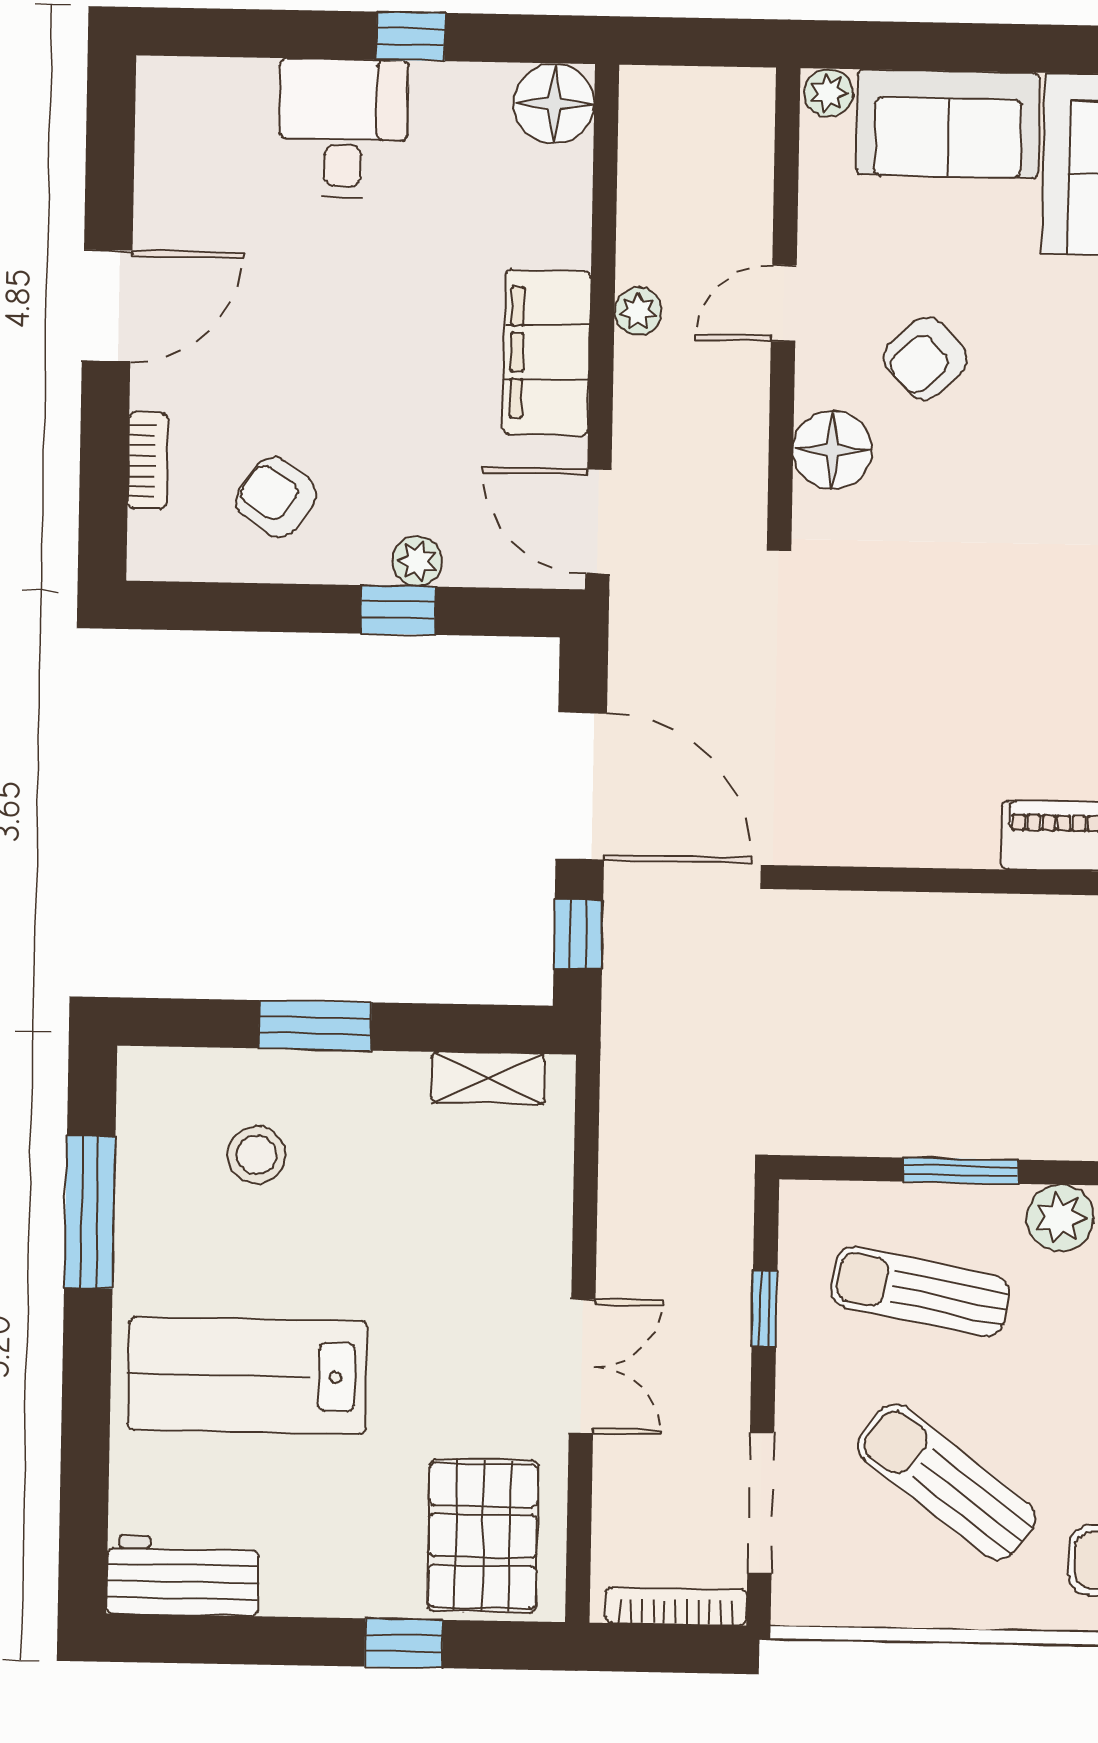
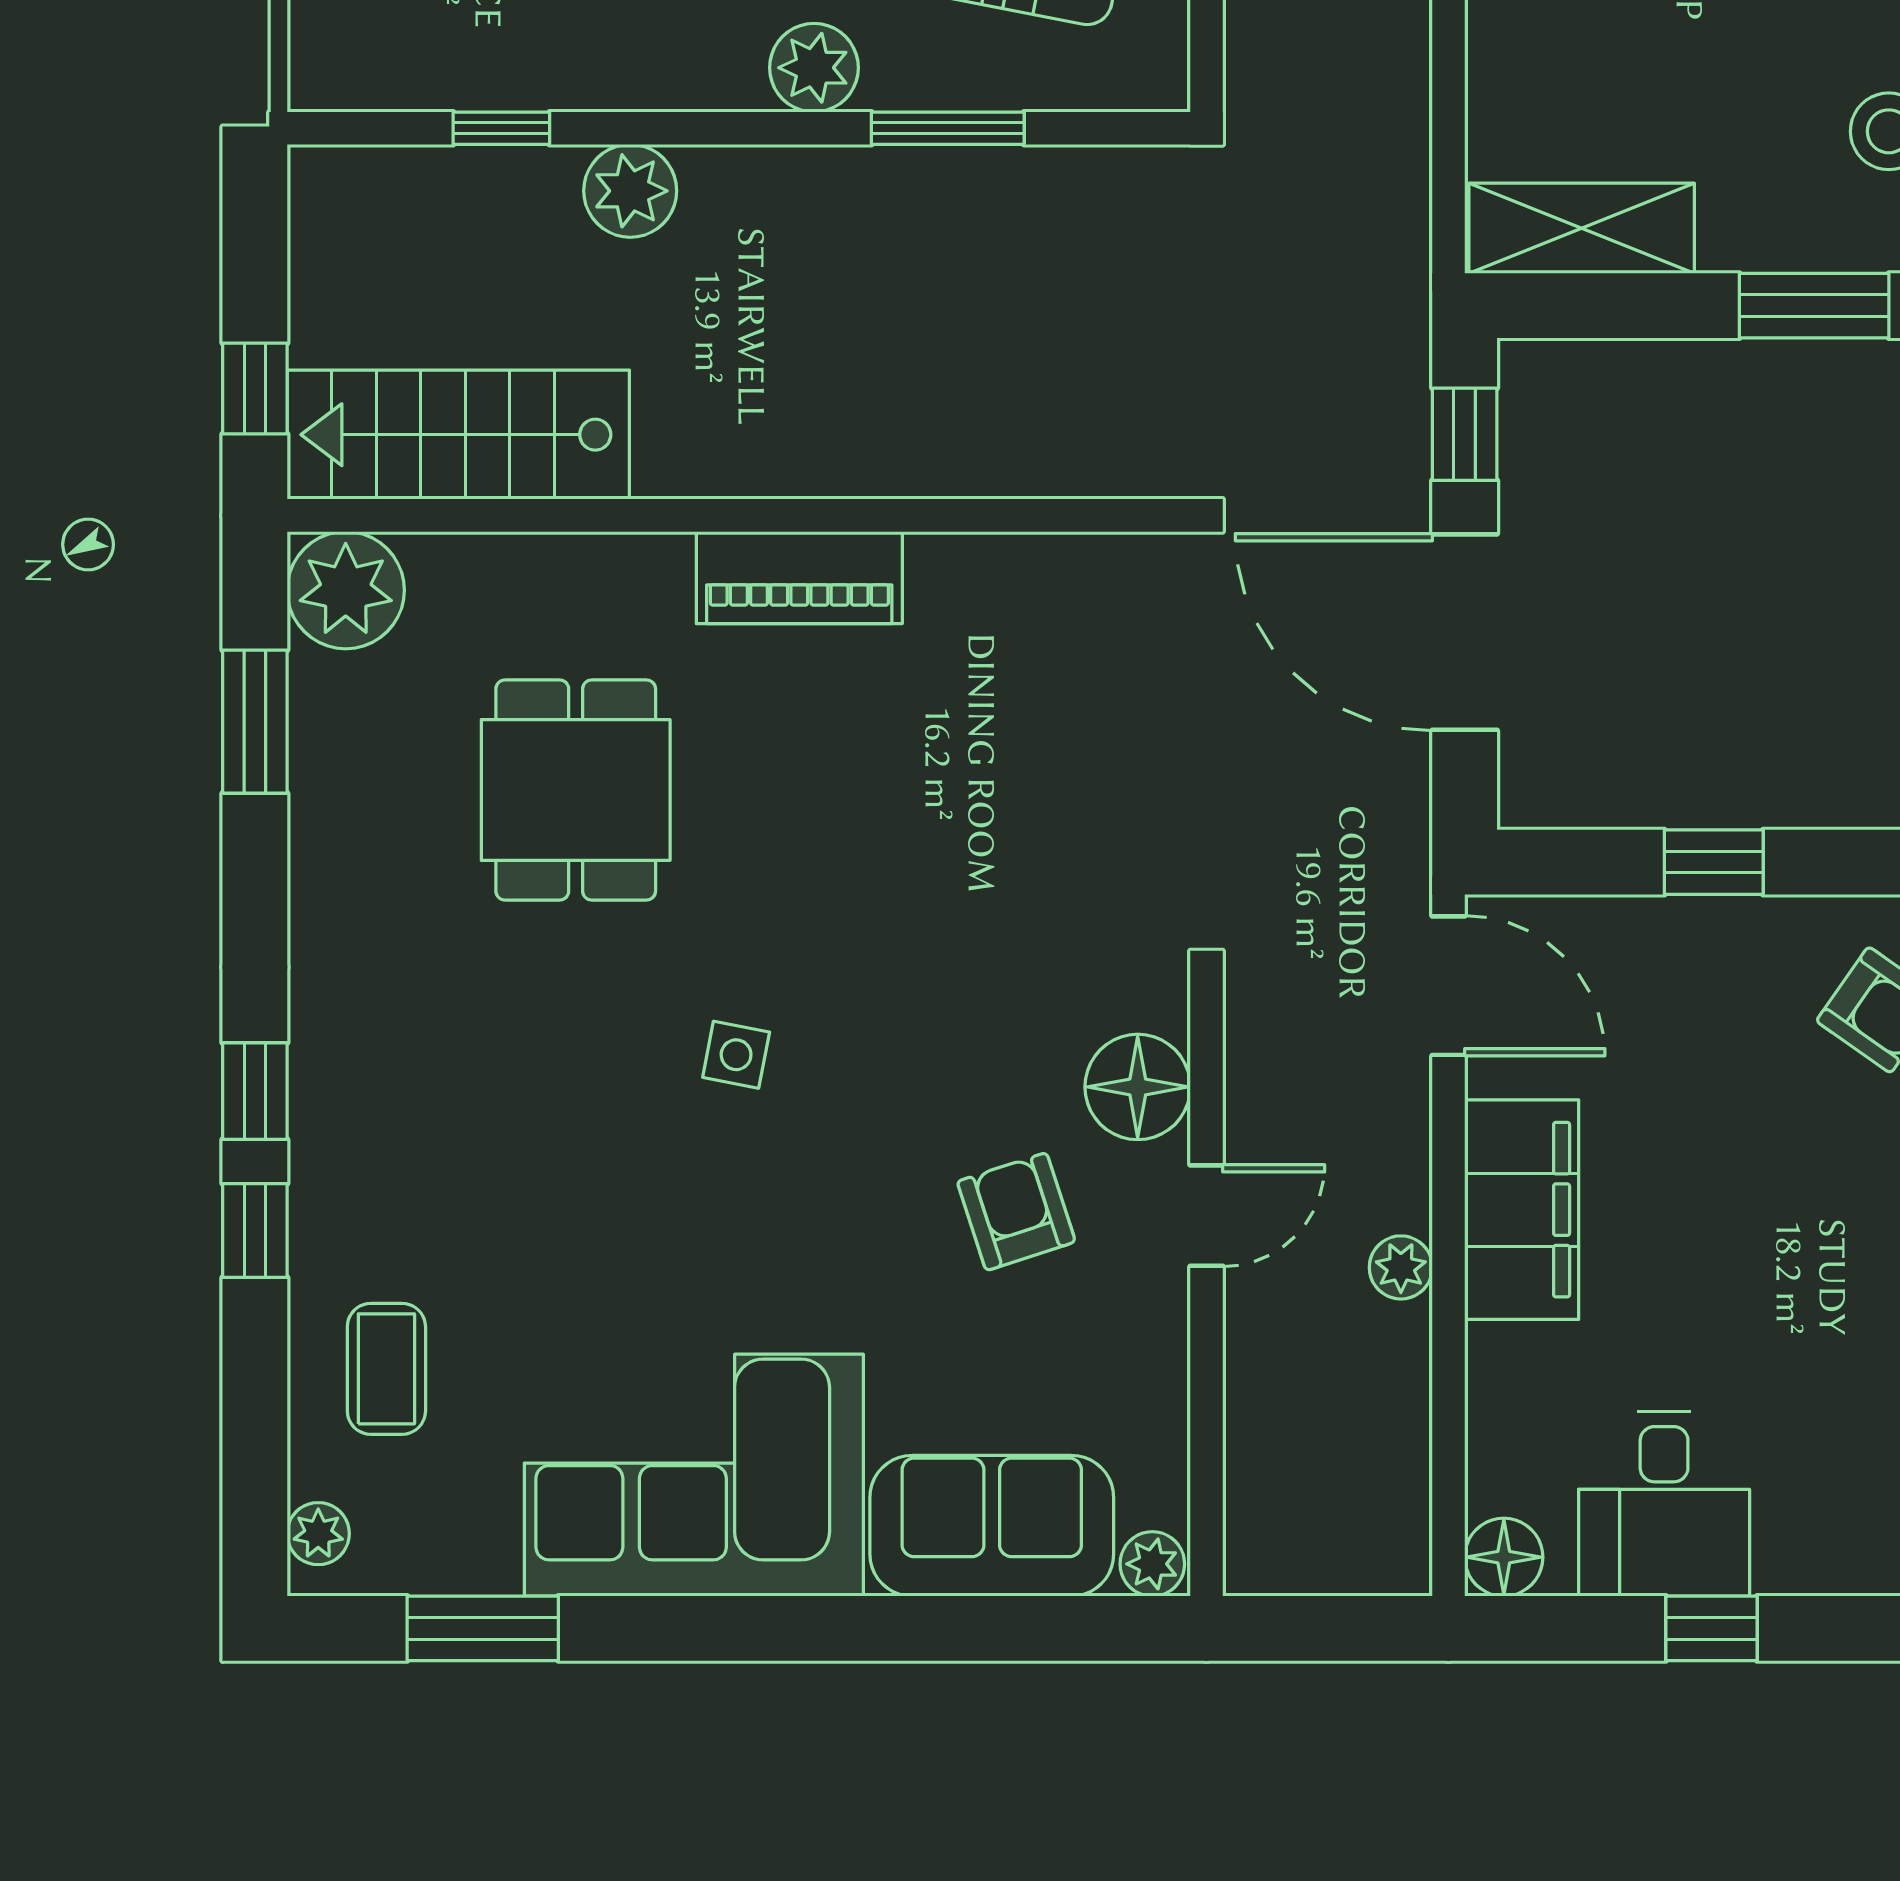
floor lamp: (554, 104) -> (1504, 1557), width x0.73, depth x0.73
desk: (343, 128) -> (1664, 1504), moved
door: (784, 303) -> (1207, 1216), moved
armchair: (925, 359) -> (1016, 1212), turned -64
plant: (417, 561) -> (1689, 928), removed
shelving: (488, 1078) -> (1582, 228), width x1.50, depth x1.33

